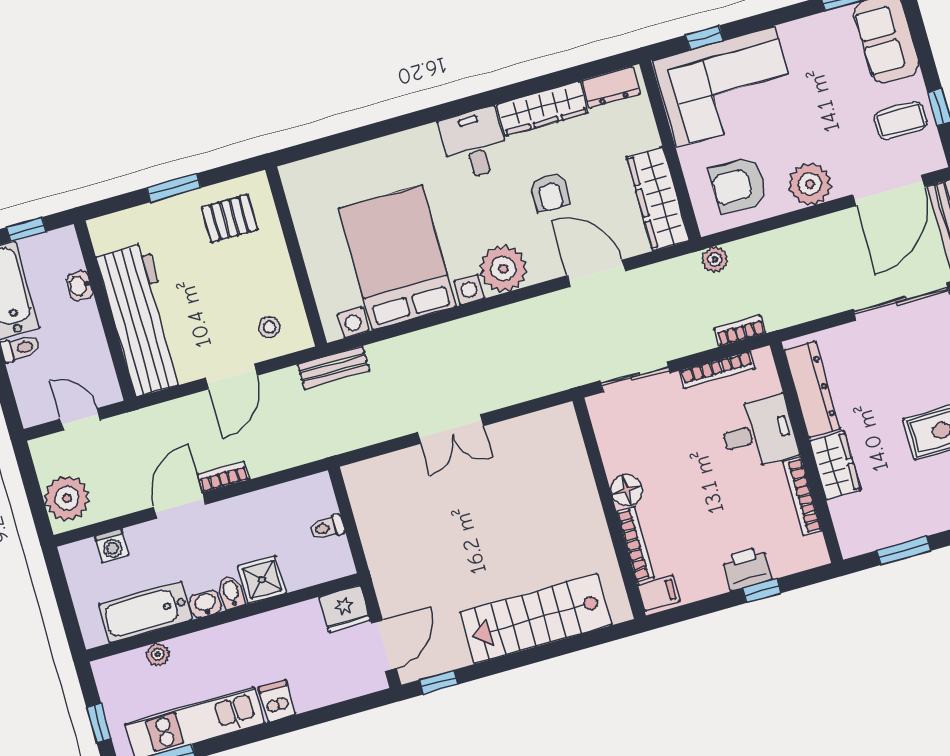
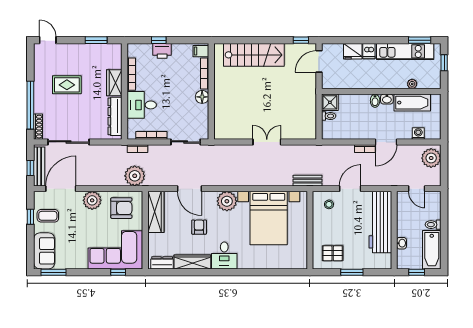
plant: (715, 260) -> (135, 176), width x1.88, depth x1.88
shower: (262, 580) -> (330, 102), moved
fridge: (345, 609) -> (353, 51), moved, turned 180

